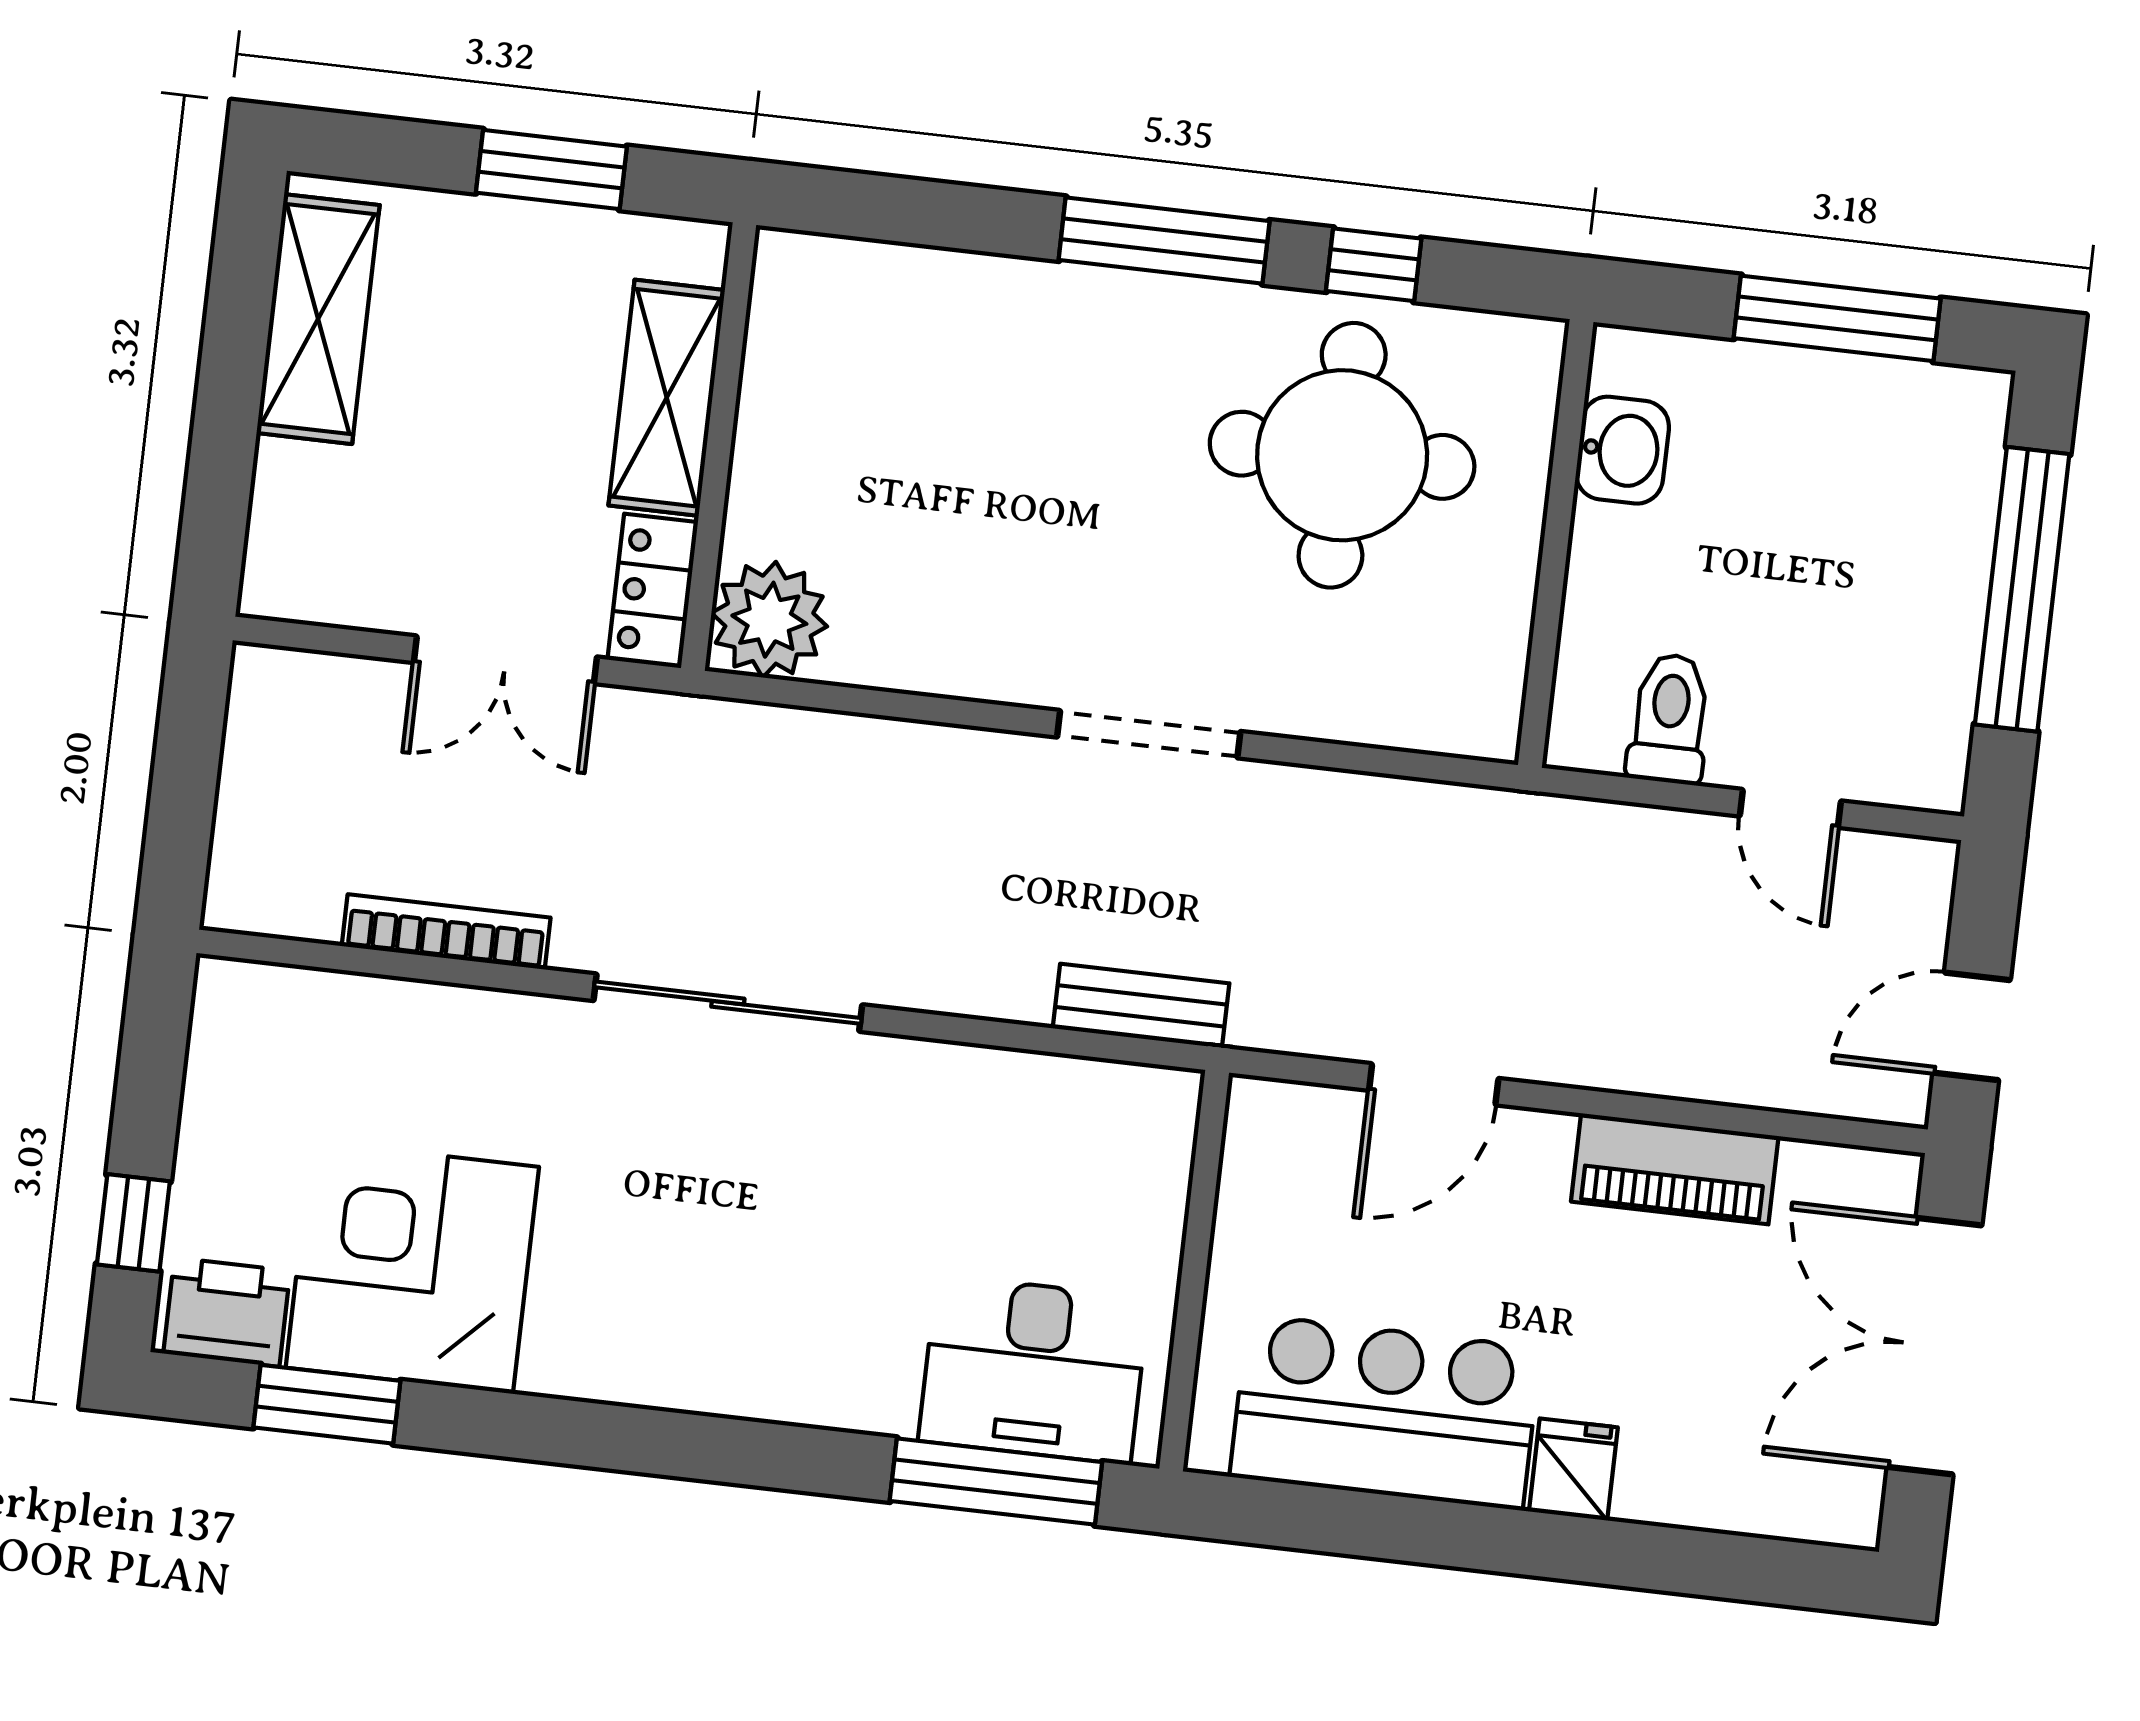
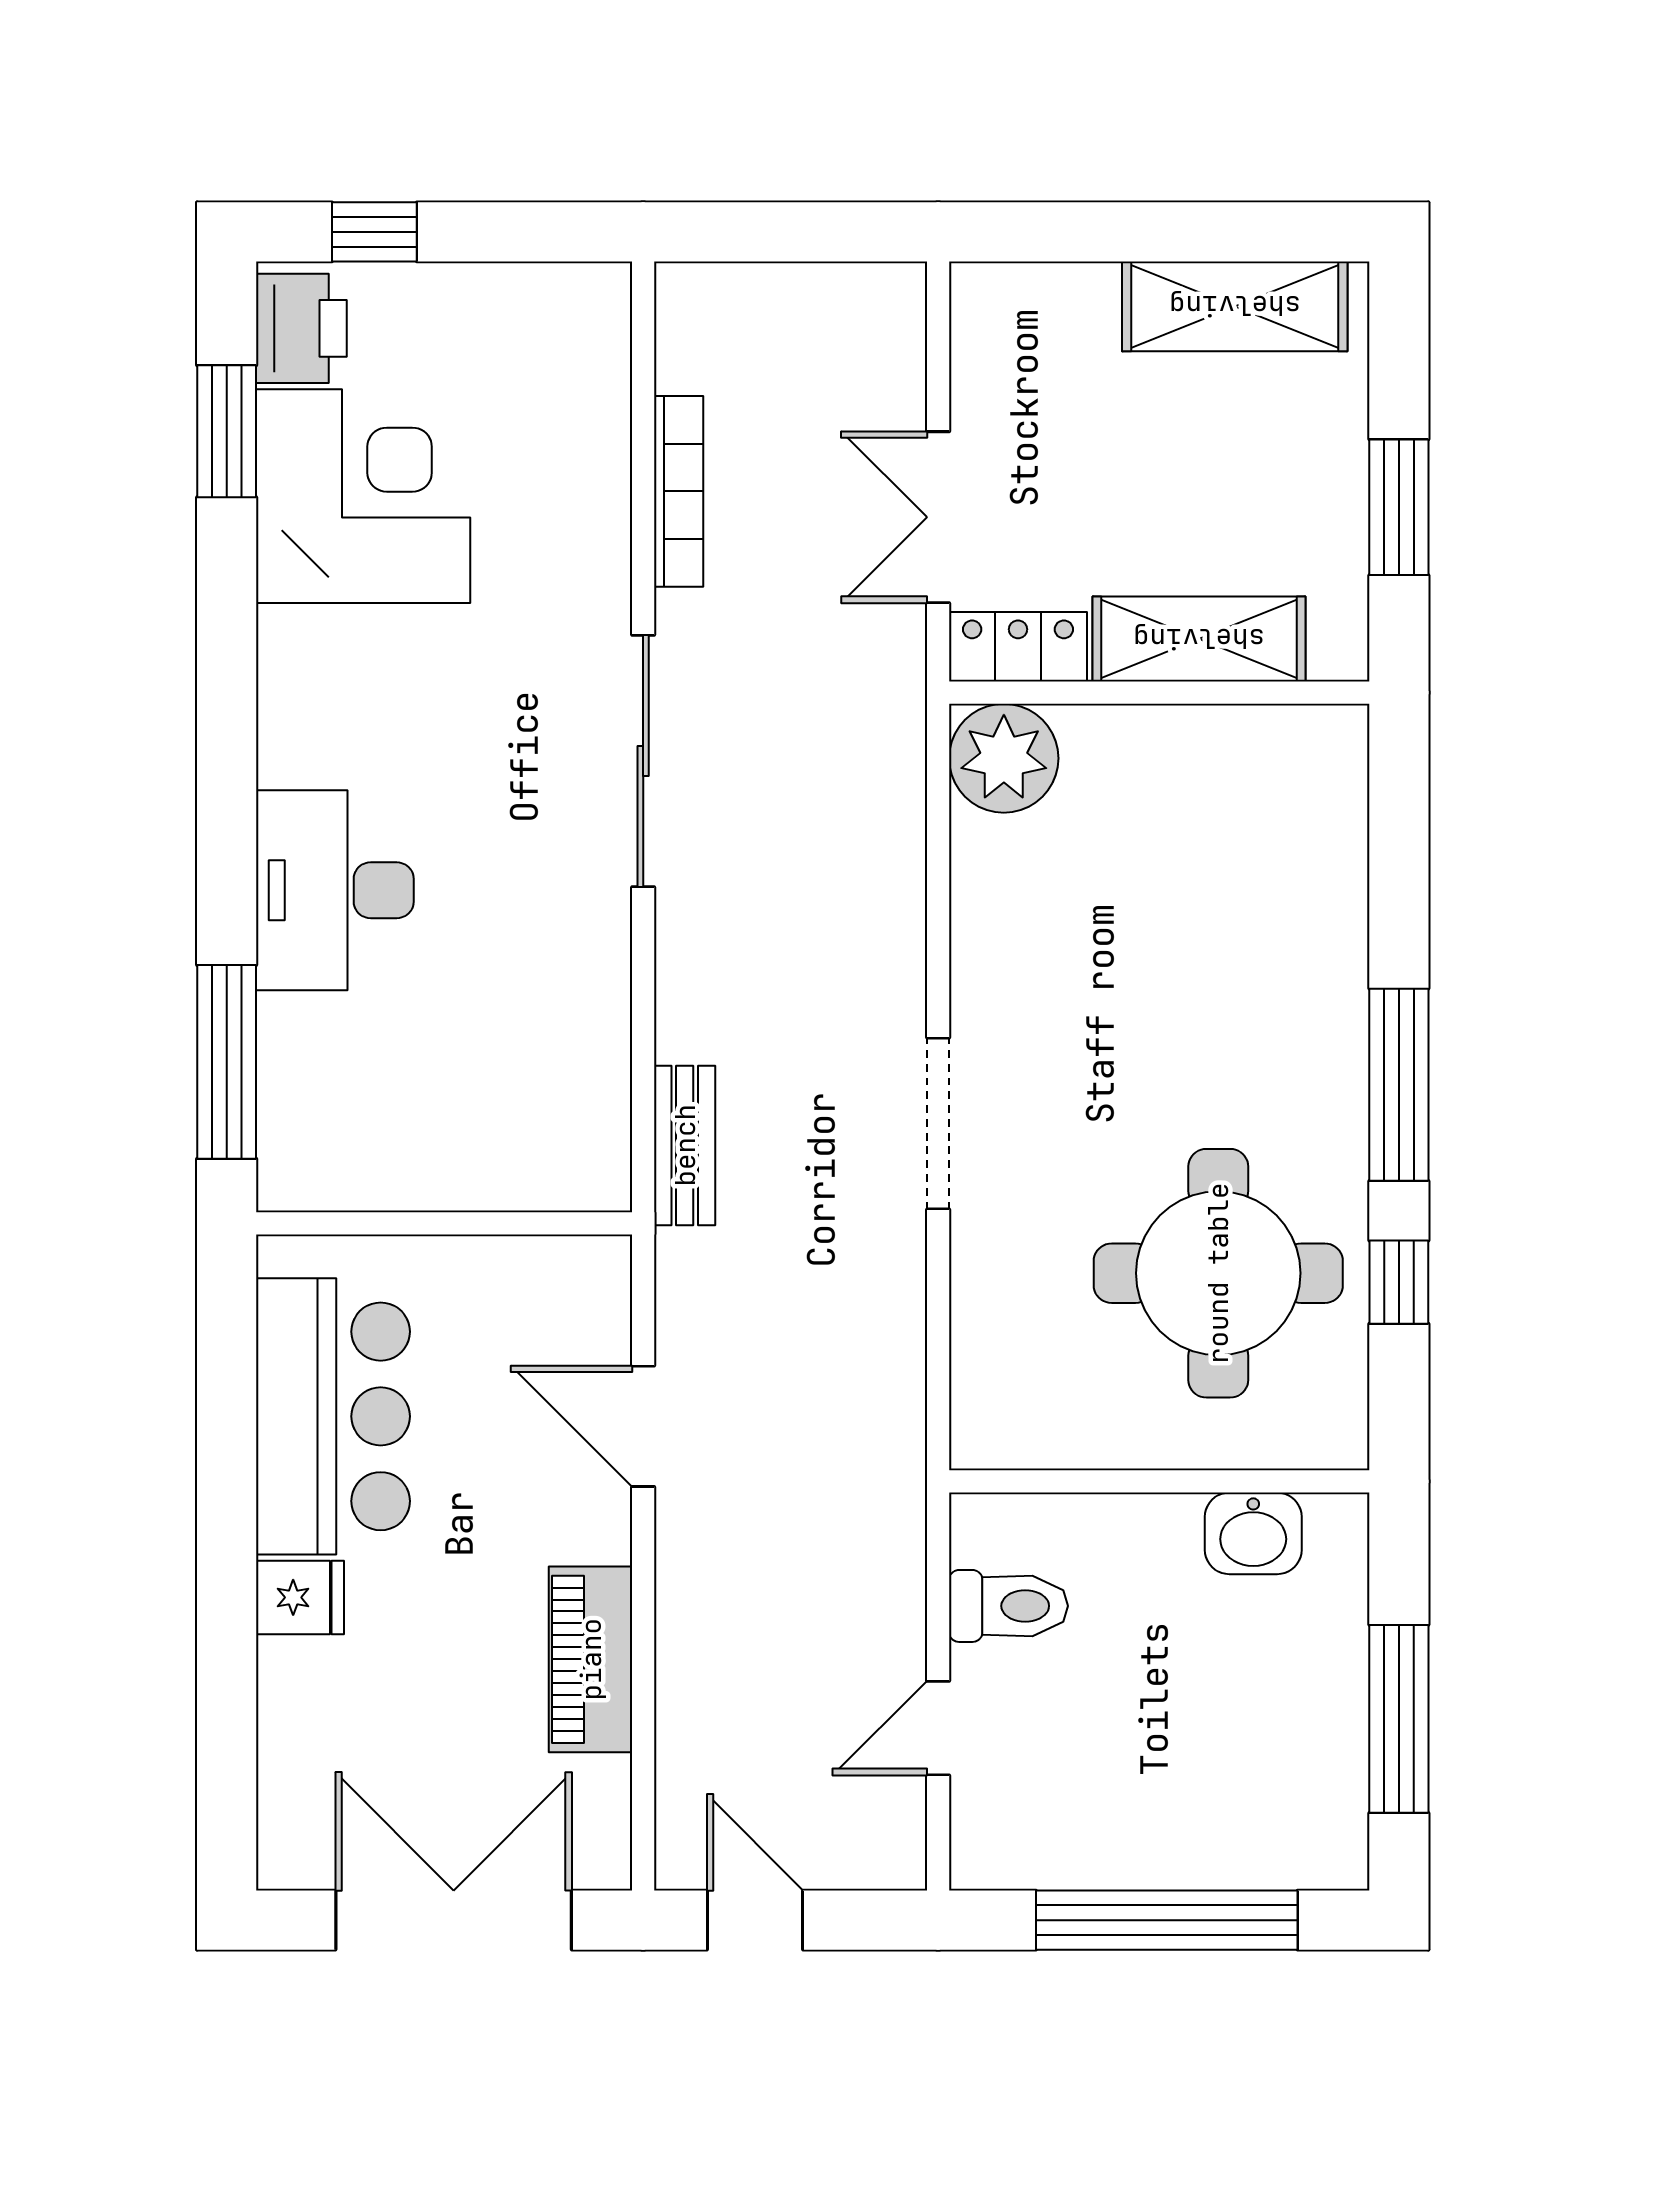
desk: (1034, 1370) -> (335, 890), moved

